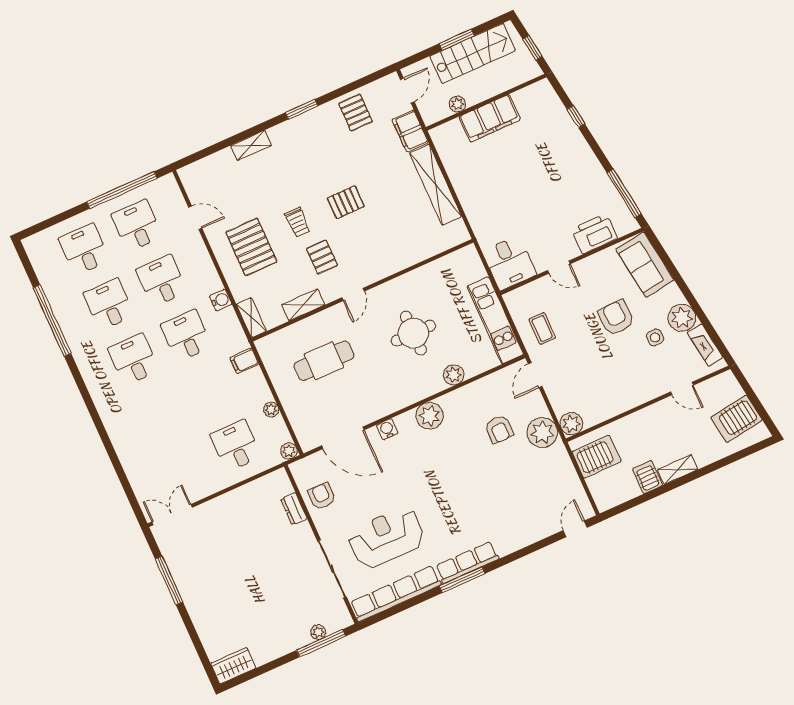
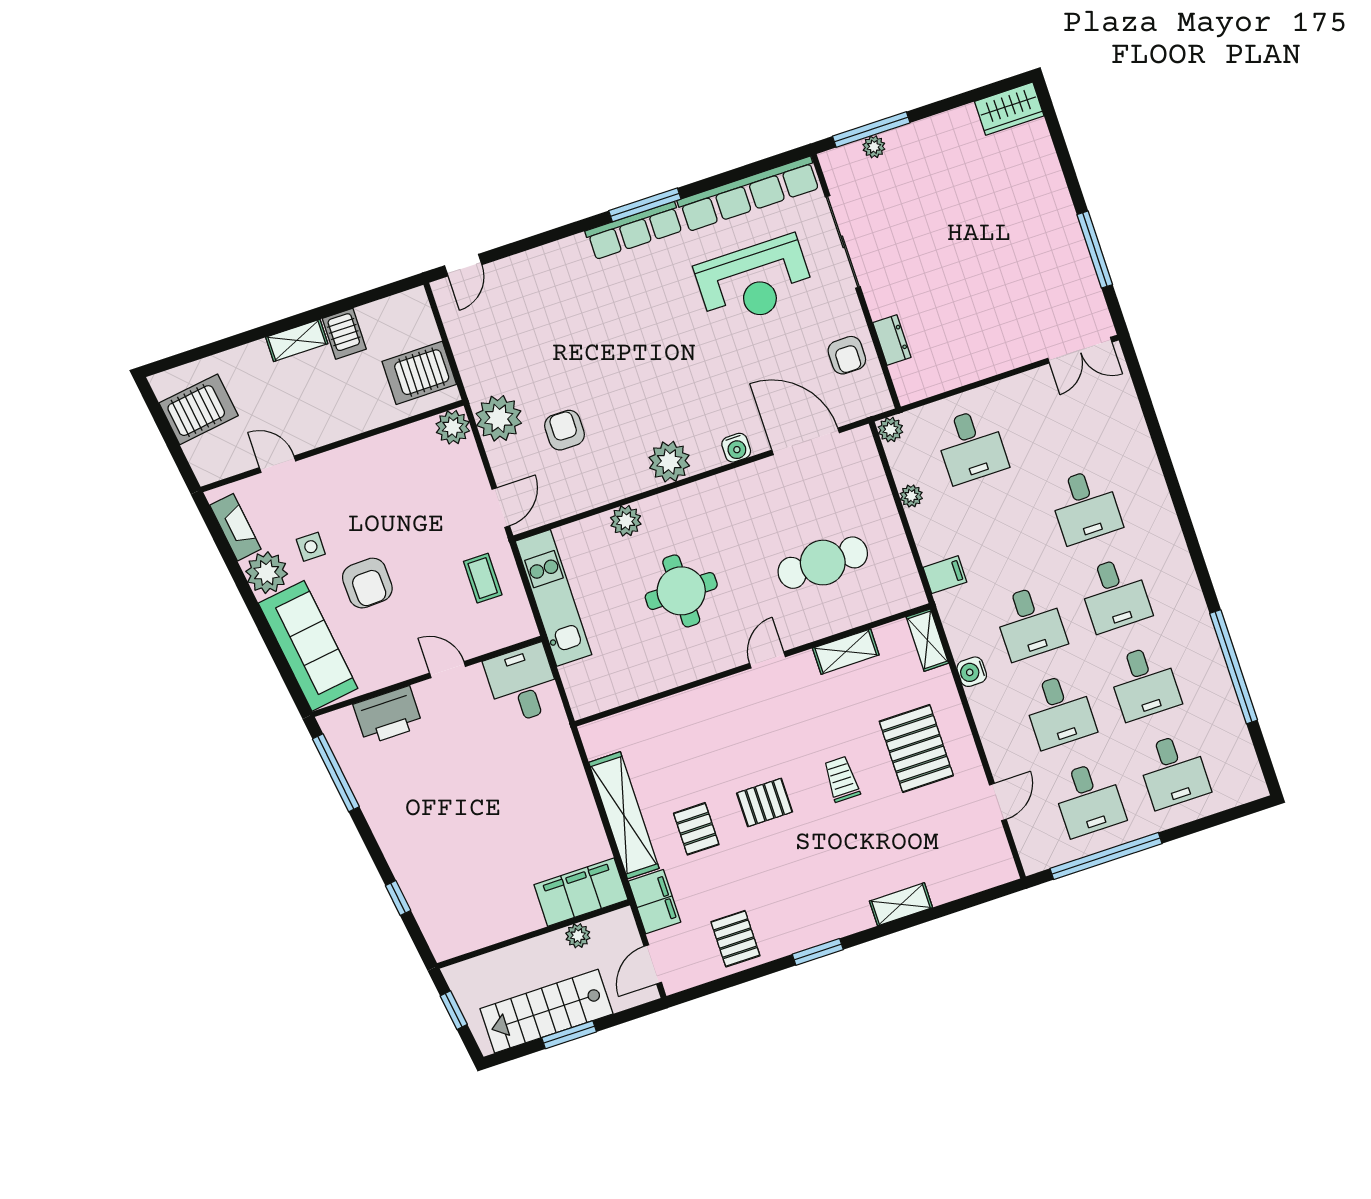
filing cabinet: (490, 118) -> (581, 892), moved
door: (195, 218) -> (998, 802), swing flipped
pallet: (322, 257) -> (696, 829), moved
sofa: (645, 265) -> (308, 646), width x1.36
desk: (158, 414) -> (1085, 506), added

